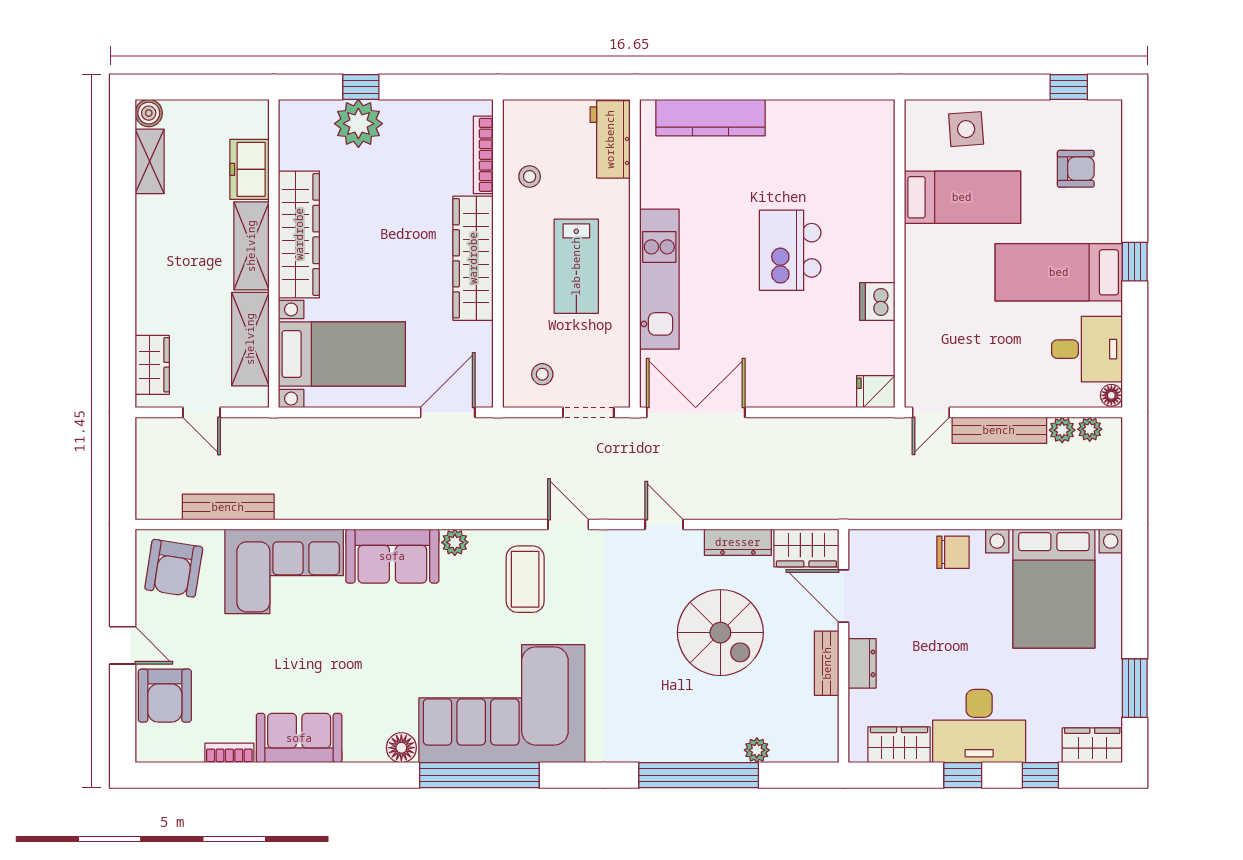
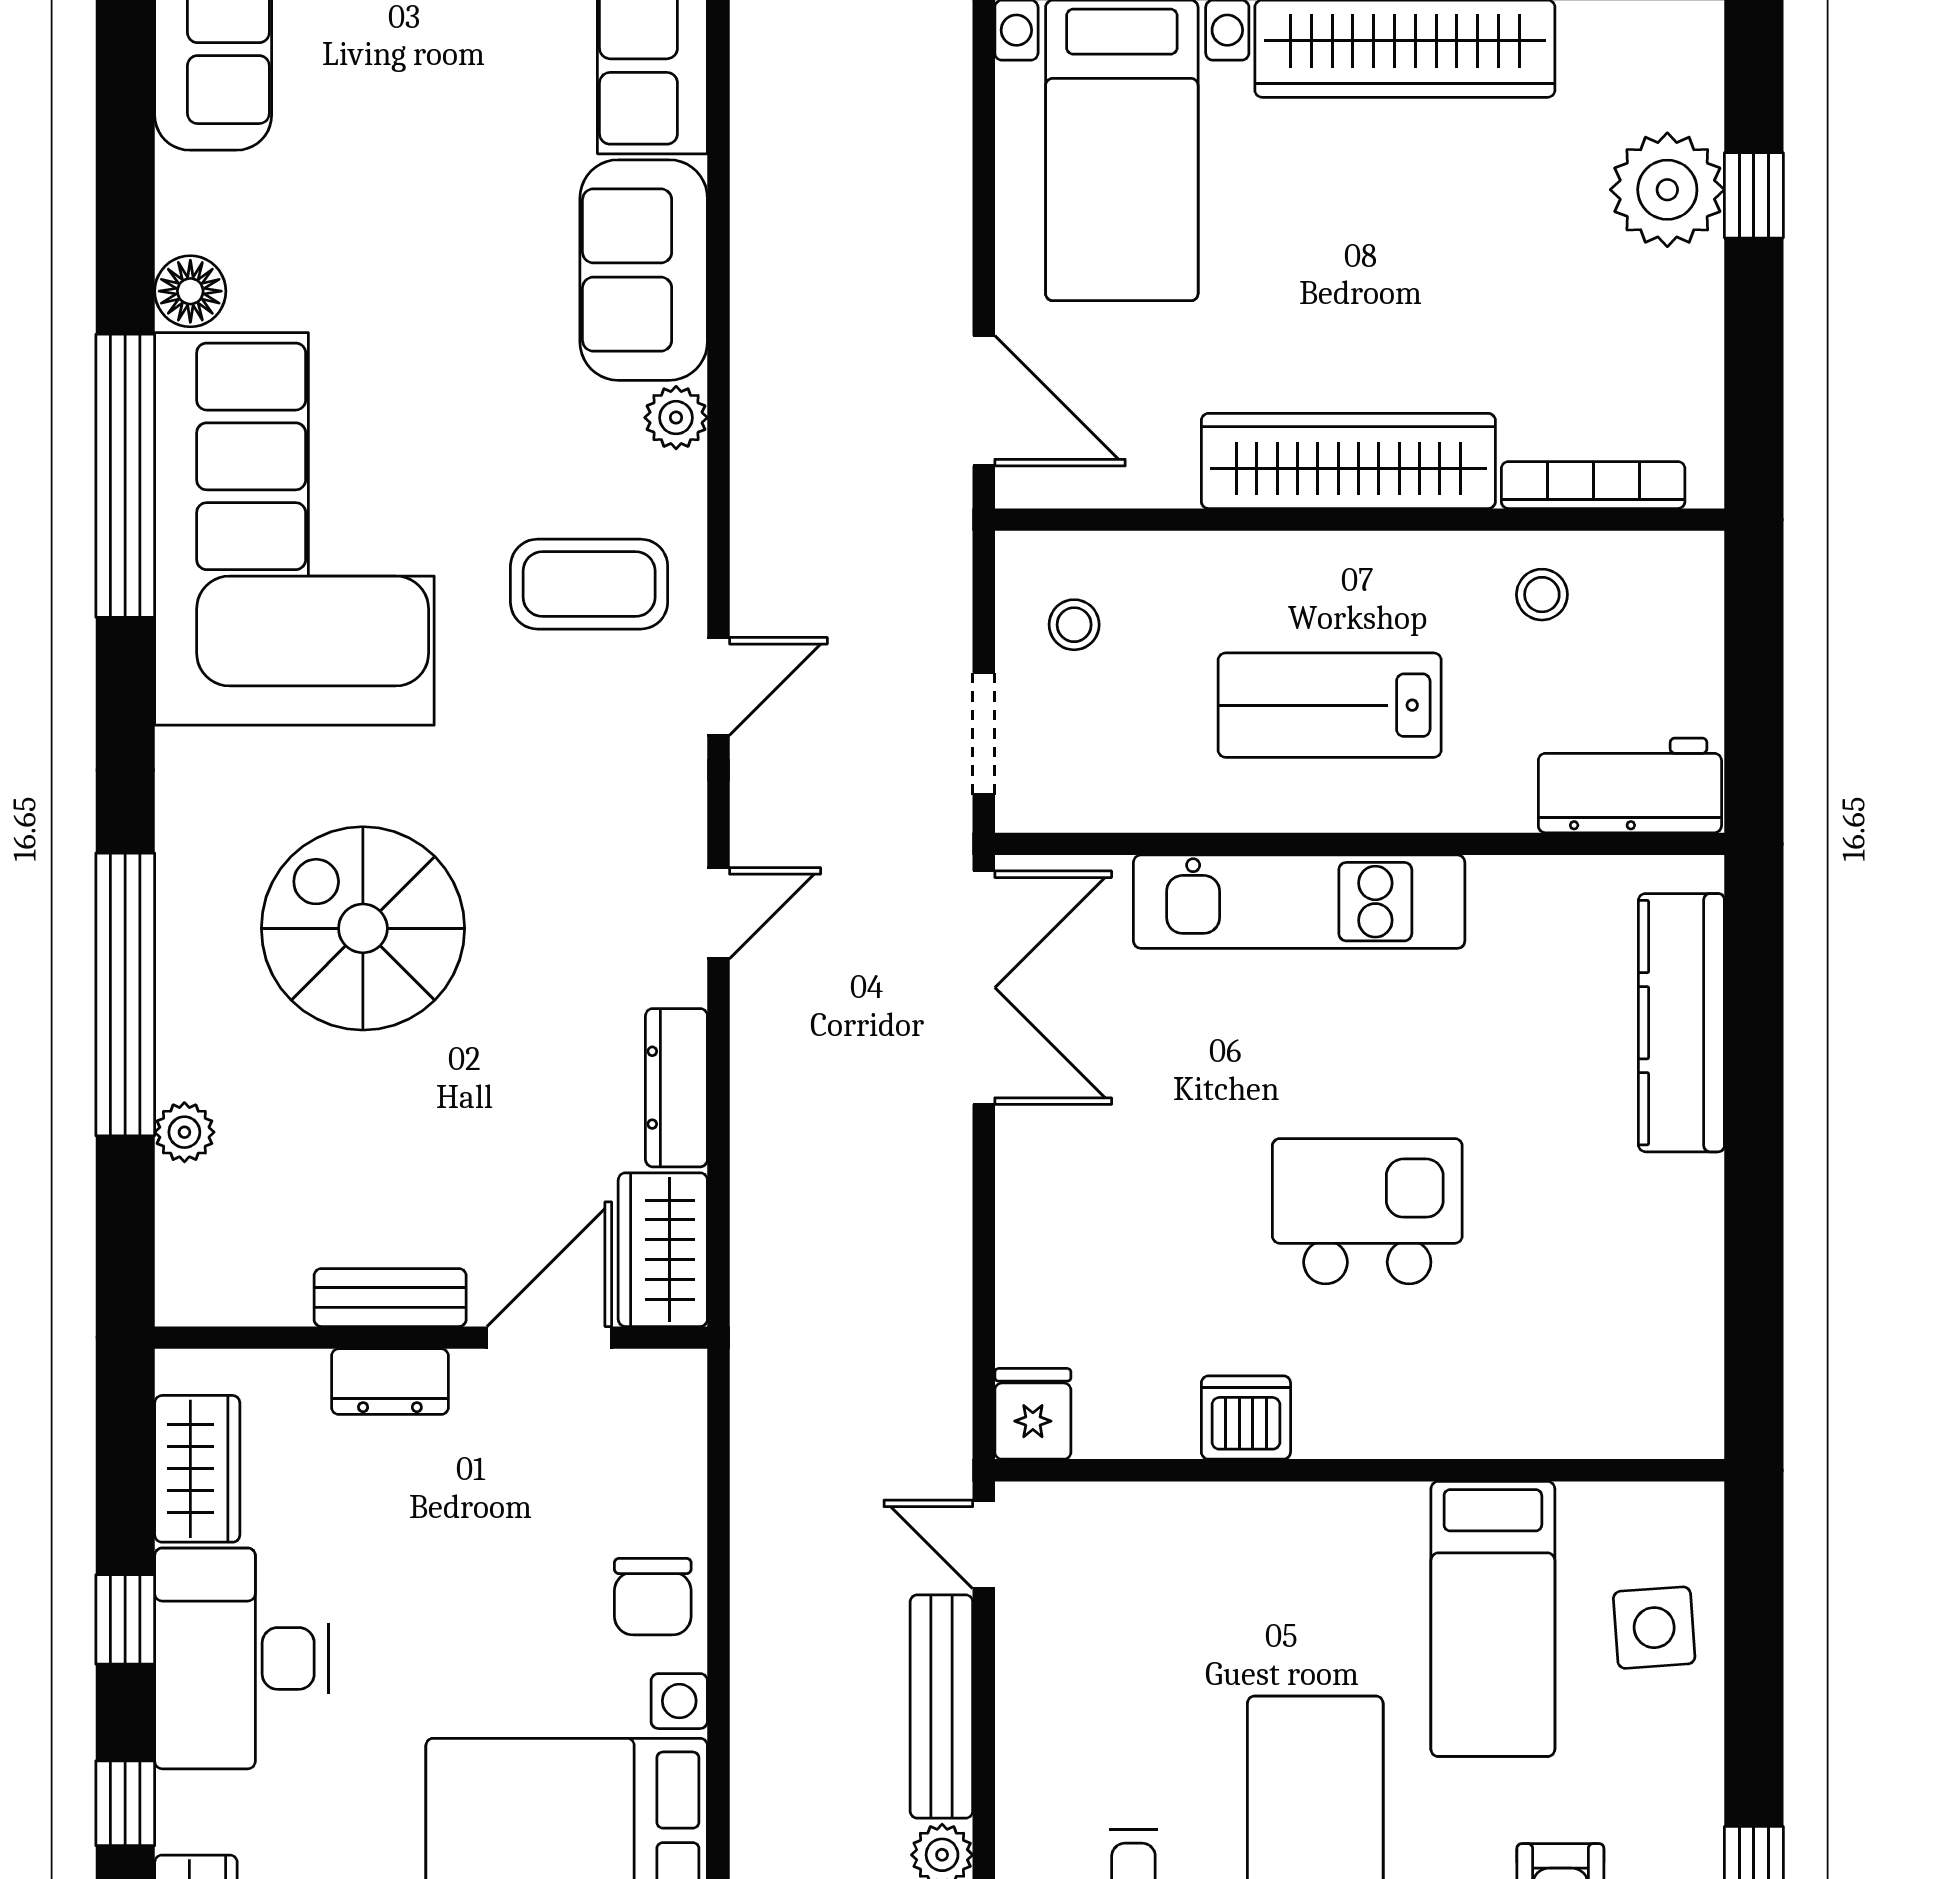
spiral stairs: (720, 633) -> (363, 928), moved, turned 90

